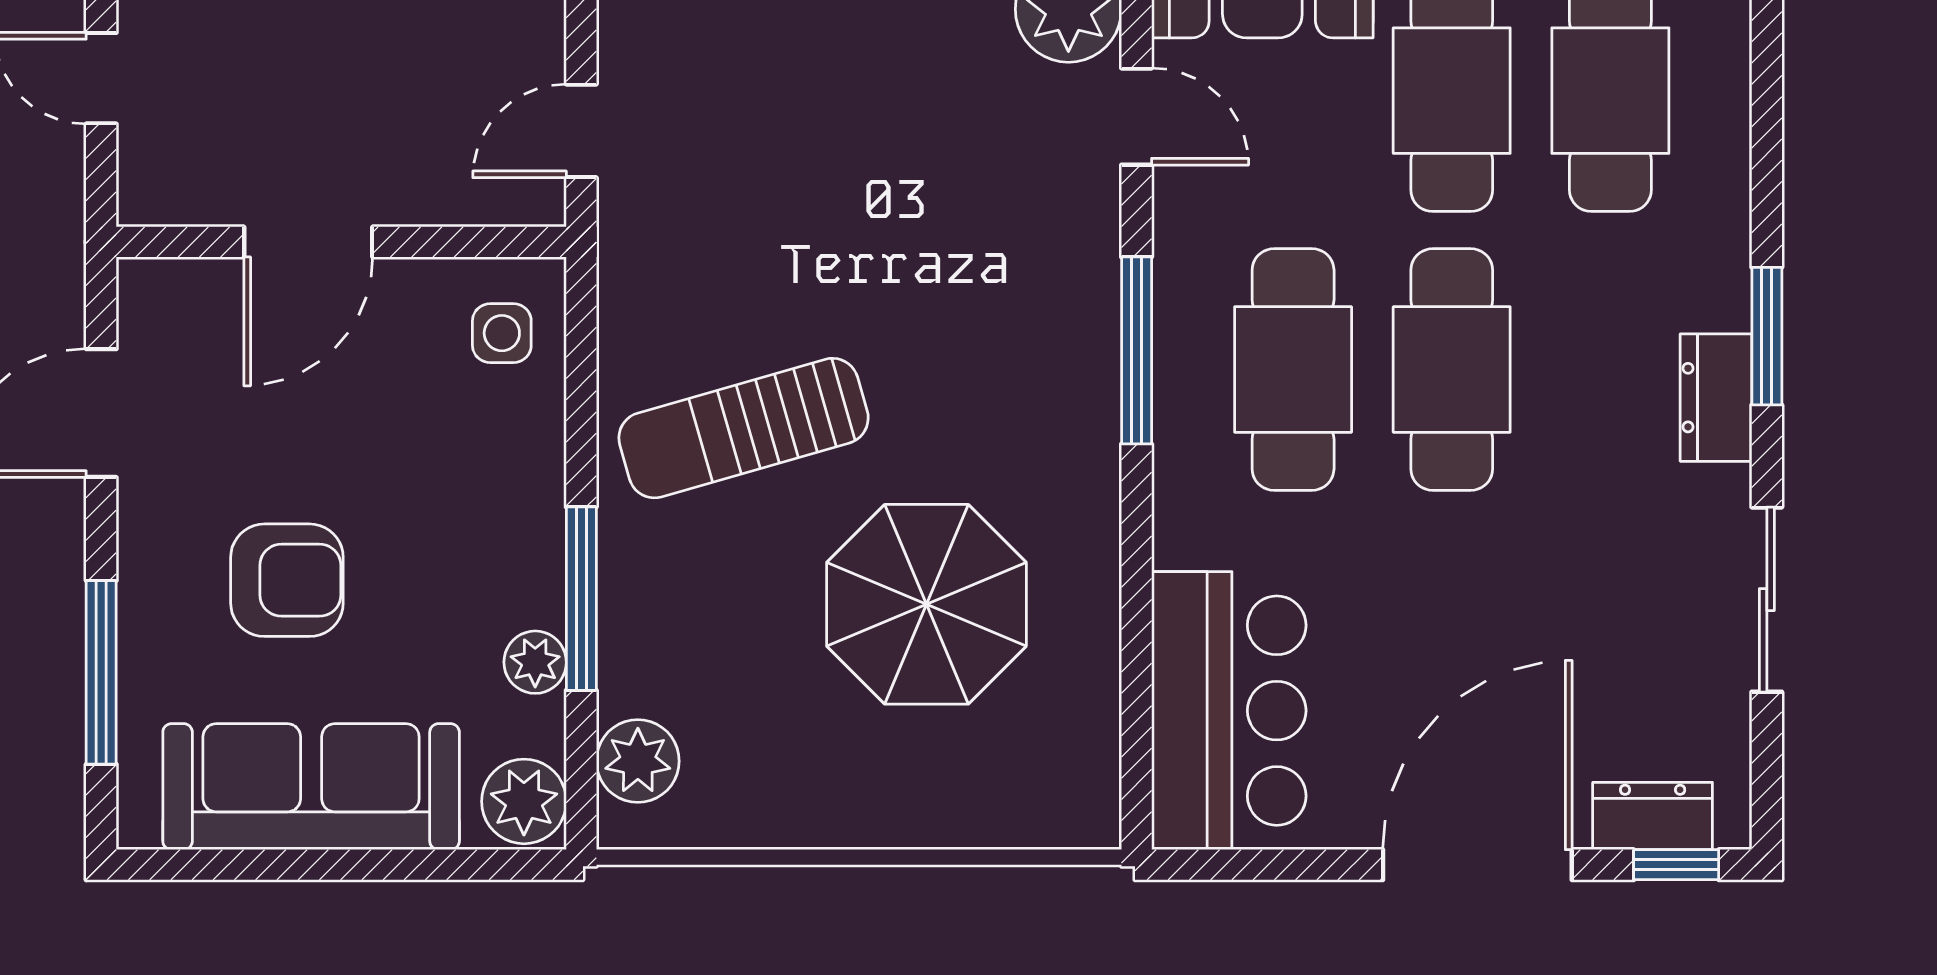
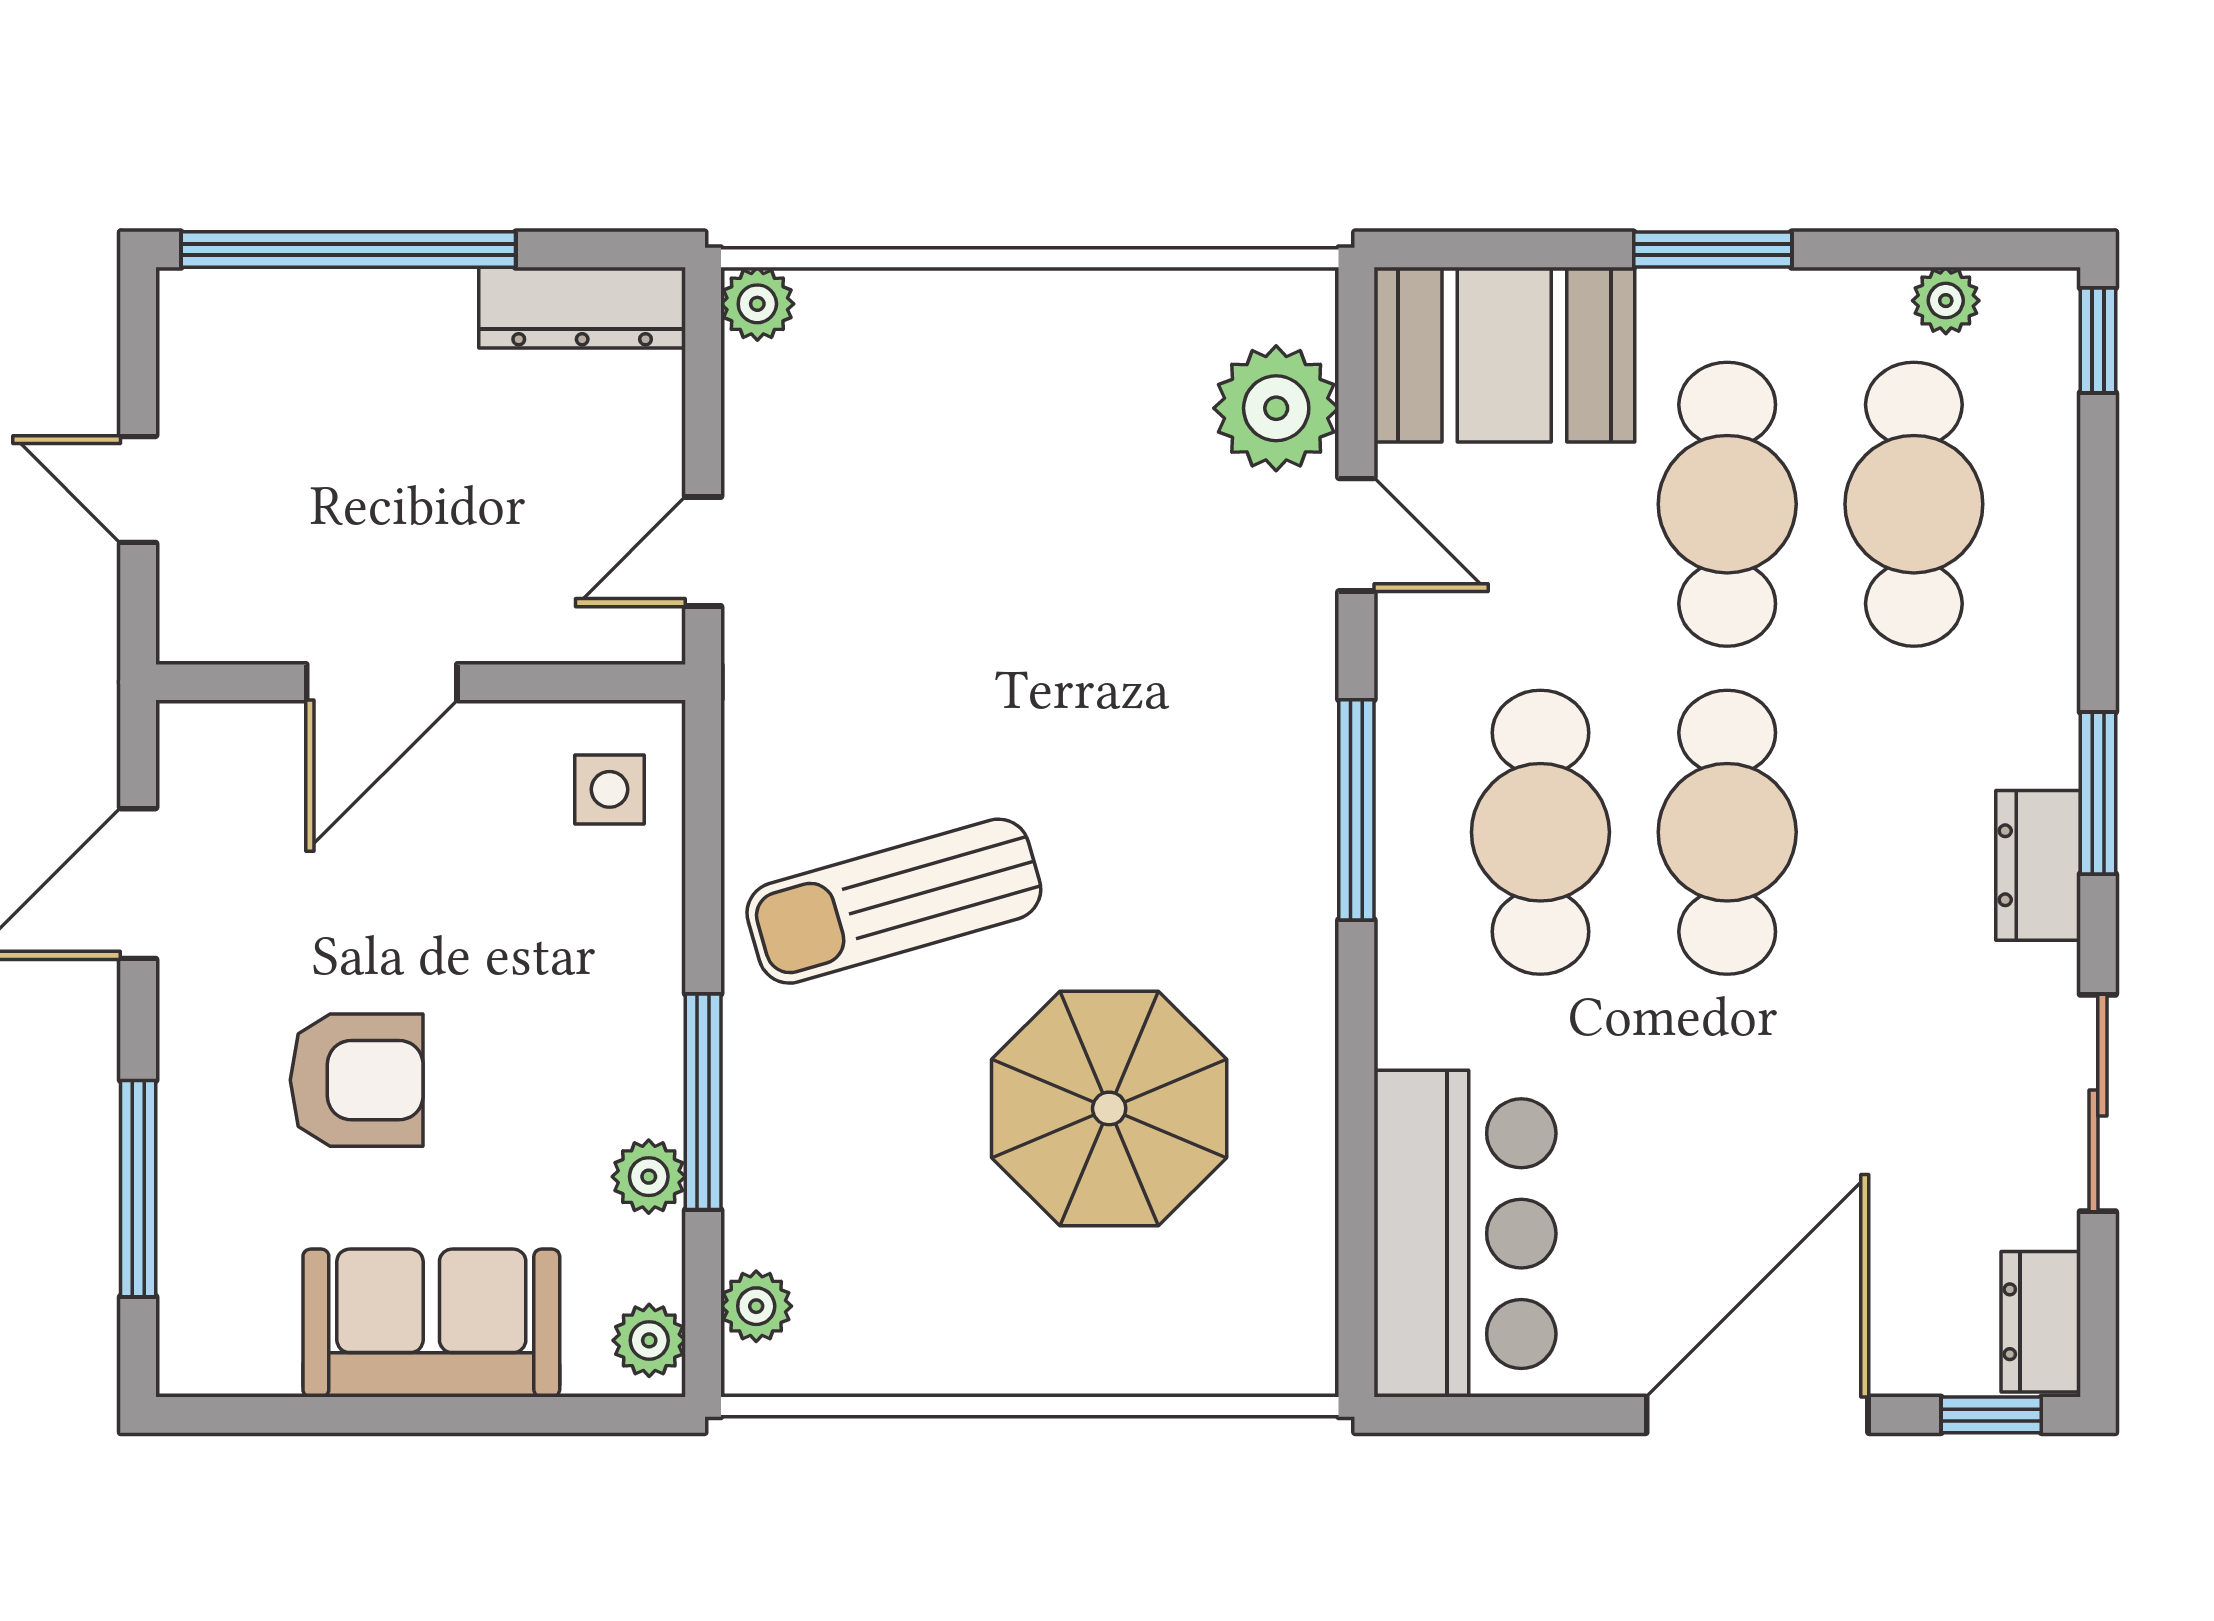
plant: (638, 761) -> (756, 1306), width x0.73, depth x0.73
sofa: (311, 787) -> (431, 1323), width x0.73
plant: (524, 801) -> (649, 1340), width x0.73, depth x0.73
dresser: (1653, 816) -> (2041, 1322), moved, turned -90

